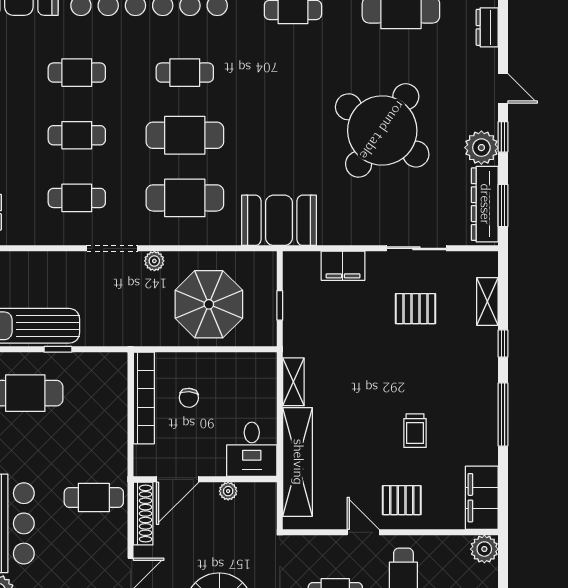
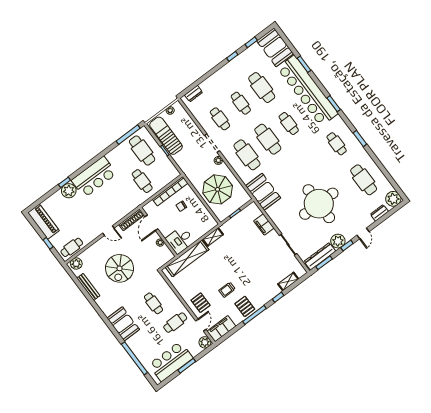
cafe table: (77, 73) -> (262, 88), width x1.37, depth x1.35
round table: (382, 130) -> (319, 204), turned -35
pallet: (416, 309) -> (245, 306), moved
door: (178, 479) -> (151, 223), hinge flipped
cafe table: (94, 497) -> (142, 181), moved
door: (363, 532) -> (201, 325), moved

